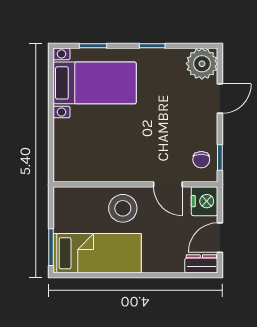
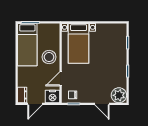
bed with nightstands: (95, 83) -> (79, 43), moved
door: (220, 238) -> (35, 104), swing flipped

